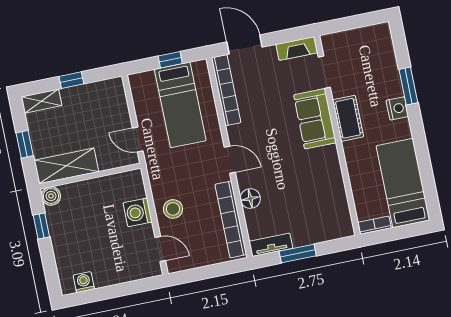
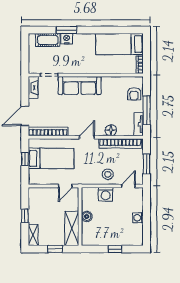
nightstand: (397, 108) -> (67, 39), moved
cot: (348, 118) -> (48, 40), moved
sofa: (315, 119) -> (80, 85), width x1.36
boiler: (51, 196) -> (87, 217), moved
window: (41, 226) -> (115, 249), moved
armchair: (322, 226) -> (134, 94), added
window: (298, 254) -> (147, 110), width x1.44
window: (204, 273) -> (147, 164), added
washing machine: (84, 282) -> (138, 218), moved

